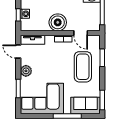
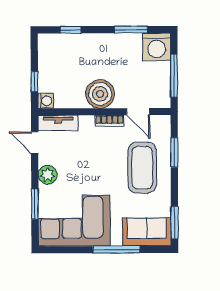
washing machine: (25, 14) -> (46, 101), moved

